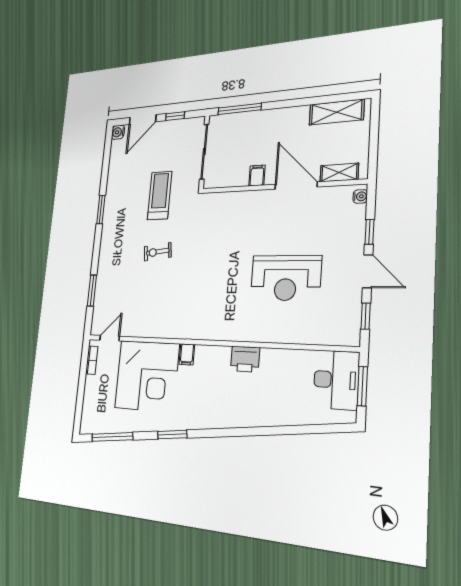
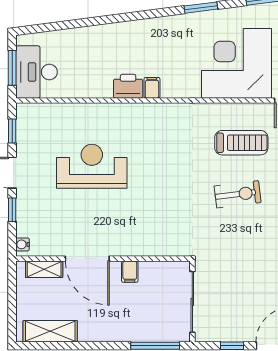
treadmill: (160, 195) -> (241, 143), moved, turned -90
exercise bike: (158, 252) -> (238, 194), width x1.38, depth x1.39
filing cabinet: (187, 354) -> (152, 88), moved

